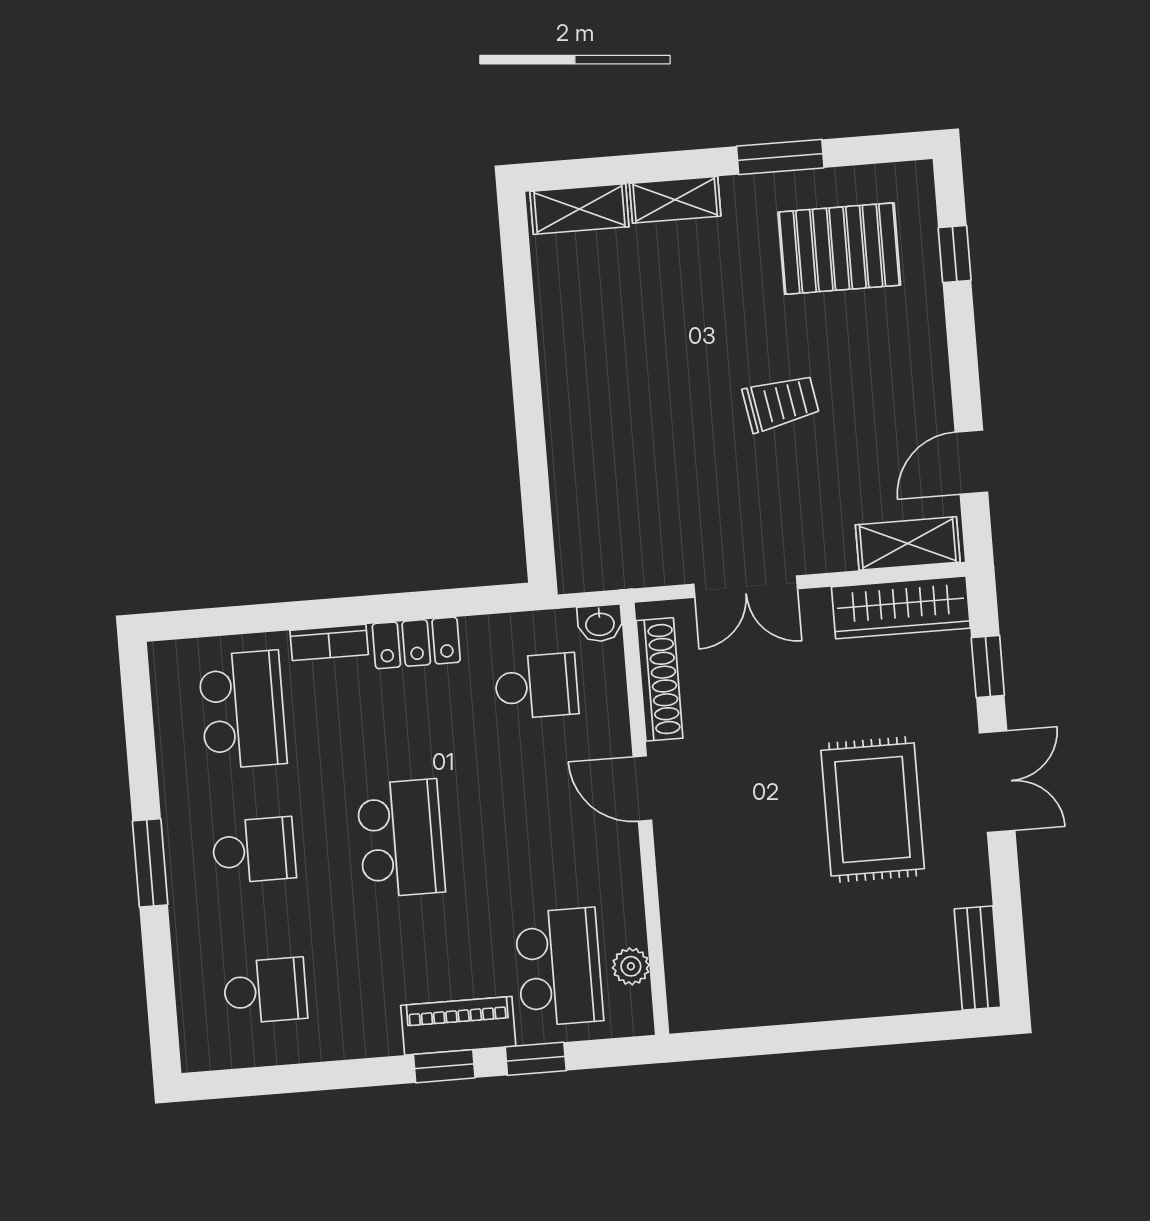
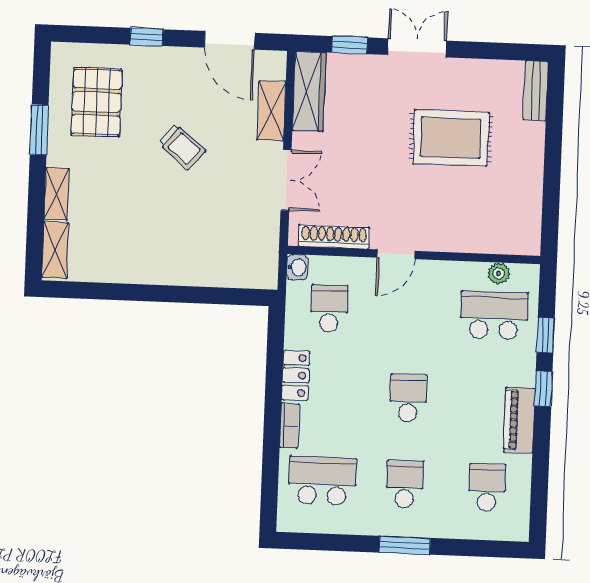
window: (955, 254) -> (147, 37), moved
trolley: (781, 403) -> (182, 147), turned 140
door: (971, 462) -> (230, 40), width x1.38
shelving: (908, 543) -> (271, 111), moved
rug: (873, 810) -> (451, 138), moved
school desk: (401, 838) -> (408, 398), width x0.54
bench: (978, 958) -> (536, 91), moved, turned 90
piano: (458, 1026) -> (519, 420), moved

